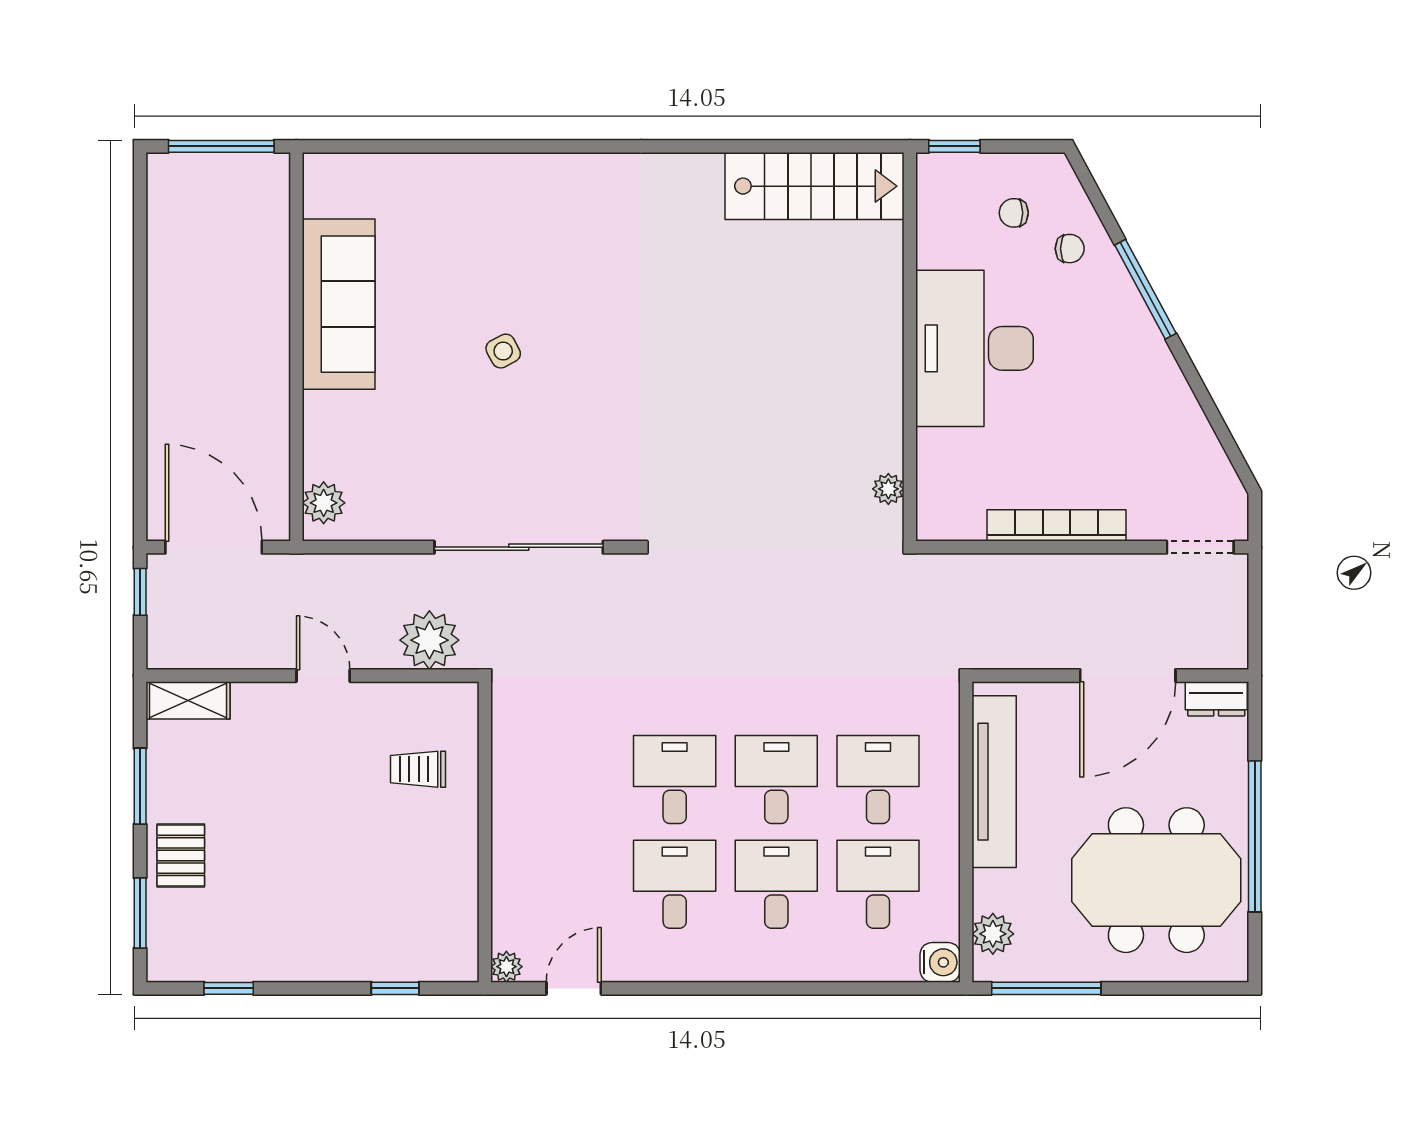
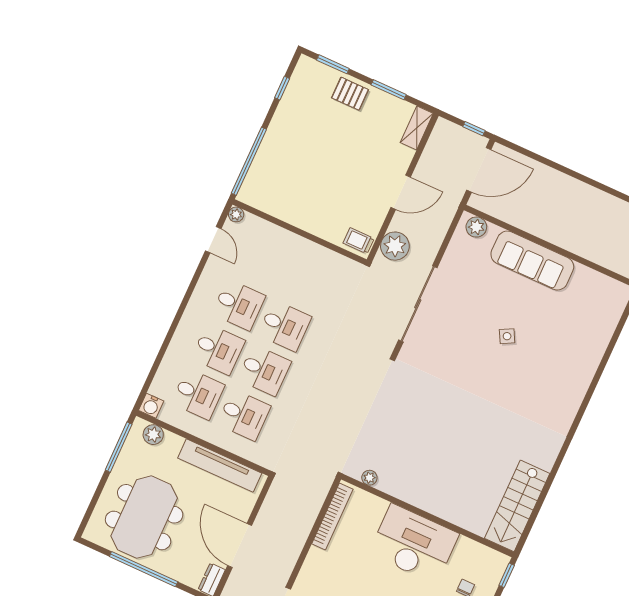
sofa: (339, 304) -> (532, 261), moved
bookcase: (1057, 525) -> (332, 517), moved
door: (323, 676) -> (401, 192), width x1.38
trolley: (418, 769) -> (359, 241), moved, turned -90
window: (395, 988) -> (249, 161), width x3.17

